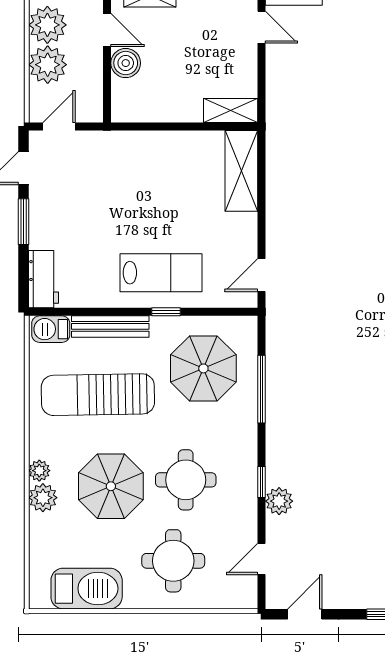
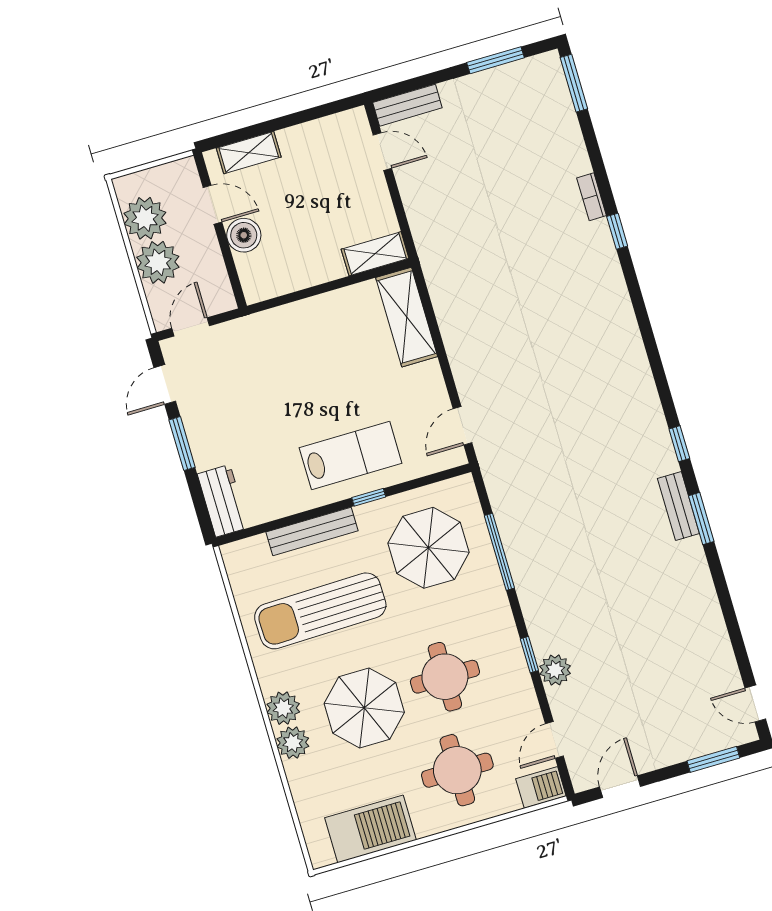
barbecue: (51, 329) -> (541, 787), moved, turned 180
plant: (39, 471) -> (283, 708), width x1.38, depth x1.38

